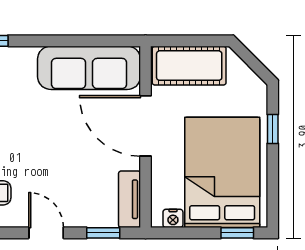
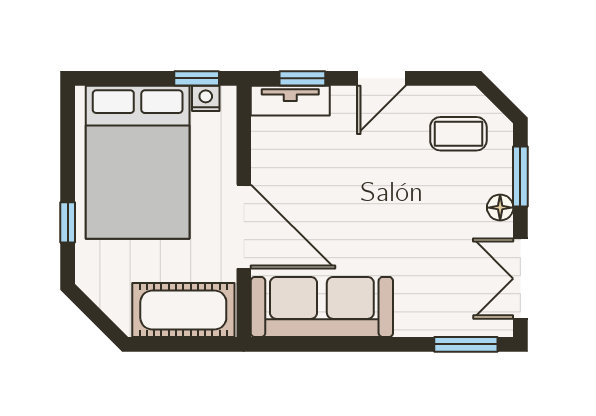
tv unit: (129, 199) -> (290, 101), moved, turned 90
door: (46, 233) -> (381, 78), hinge flipped
window: (237, 233) -> (197, 78), moved

